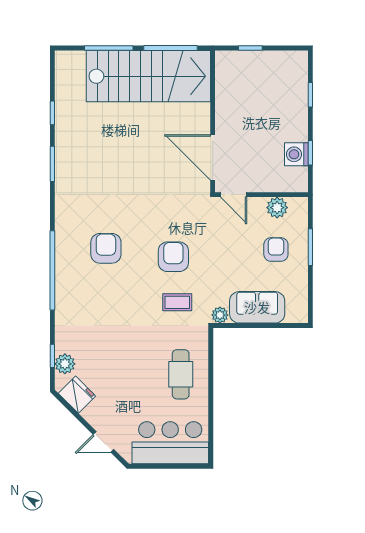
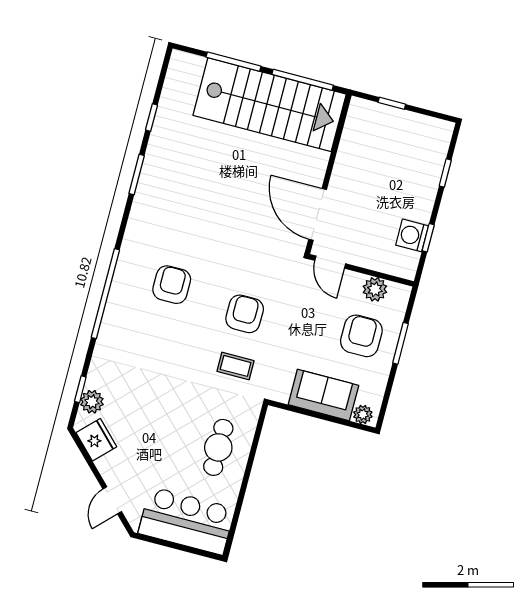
armchair: (276, 249) -> (361, 336), width x1.38, depth x1.38
plant: (220, 315) -> (363, 414), moved
door: (103, 442) -> (112, 500), hinge flipped

